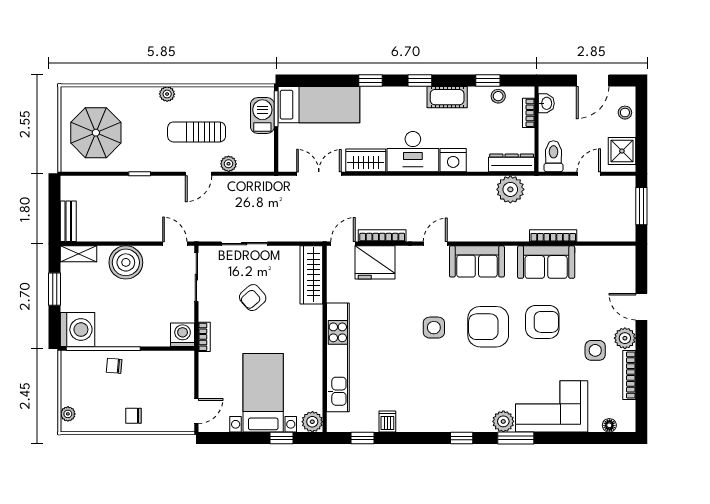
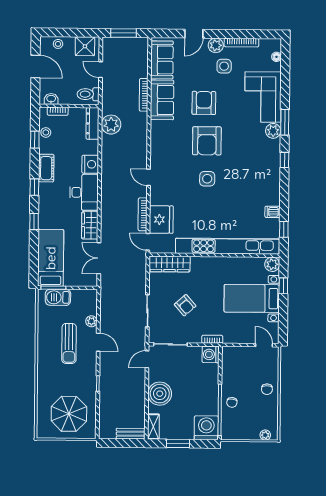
plant: (167, 94) -> (42, 364), removed
sofa: (477, 261) -> (162, 60), moved
kitchen unit: (338, 357) -> (227, 246), width x1.36

